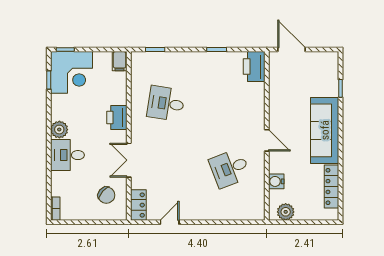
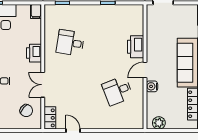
printer: (254, 67) -> (136, 47), moved
door: (267, 140) -> (145, 70), swing flipped
water cooler: (276, 181) -> (152, 86), moved
door: (170, 222) -> (73, 131), hinge flipped

